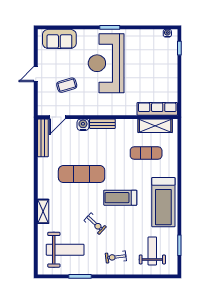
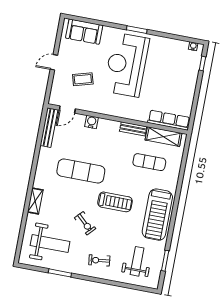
bench: (102, 124) -> (133, 129), moved
treadmill: (120, 198) -> (115, 202), turned 180

